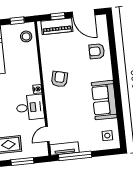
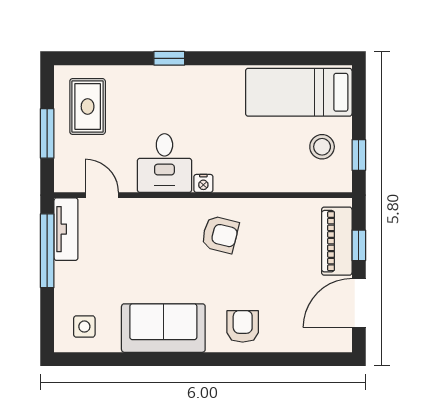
stool: (26, 36) -> (322, 147), moved
armchair: (97, 51) -> (243, 326), moved

